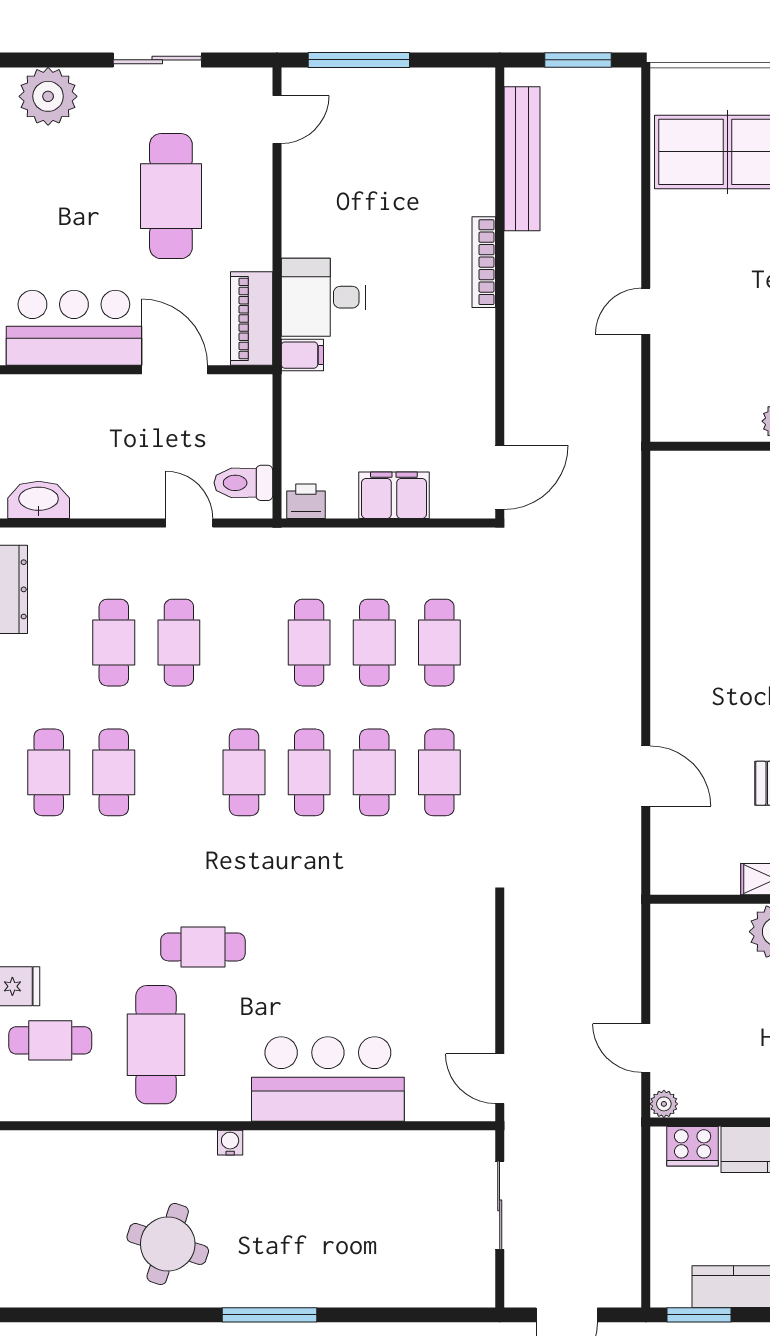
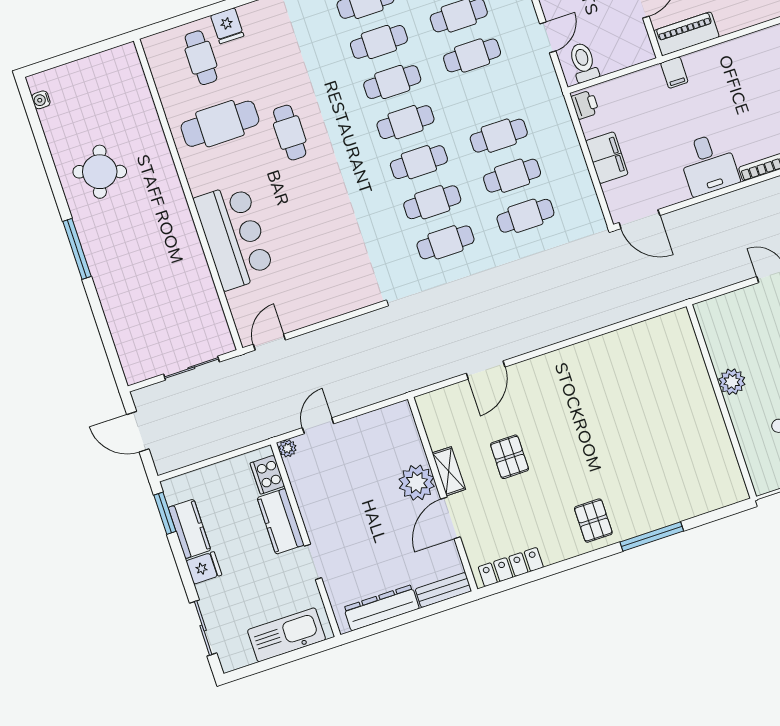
desk: (323, 297) -> (709, 164), moved, turned 180
cafe table: (179, 772) -> (392, 82), added
water cooler: (230, 1143) -> (41, 100), moved, turned 180

